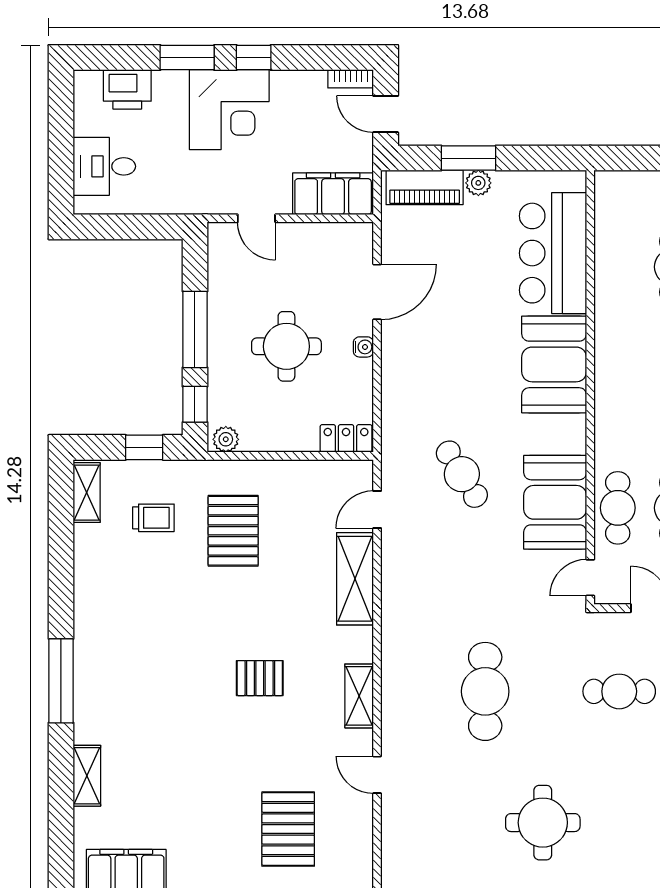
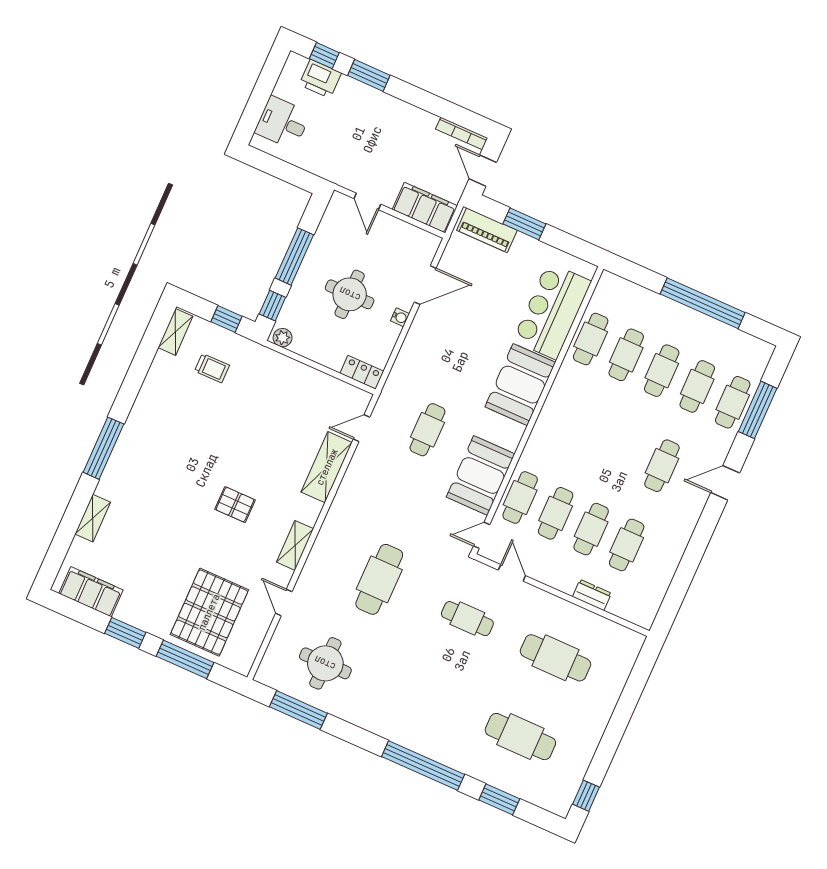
window: (254, 58) -> (324, 56), moved
bookcase: (351, 79) -> (462, 133), width x1.56
corner desk: (229, 110) -> (381, 122), removed
plant: (478, 183) -> (524, 243), removed
cafe table: (618, 267) -> (591, 339), added
cafe table: (462, 474) -> (428, 430), turned 32
pallet: (233, 531) -> (261, 400), removed
round table: (543, 823) -> (325, 663), moved
pallet: (288, 829) -> (209, 612), width x1.37, depth x1.41

